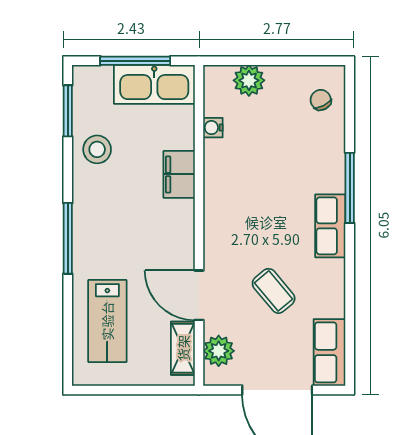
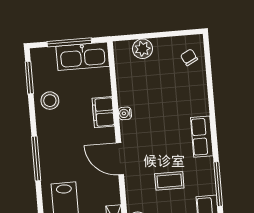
water cooler: (213, 128) -> (125, 113), moved
window: (350, 188) -> (218, 184), moved
coffee table: (274, 291) -> (169, 181), turned -50
door: (199, 295) -> (120, 159), moved

